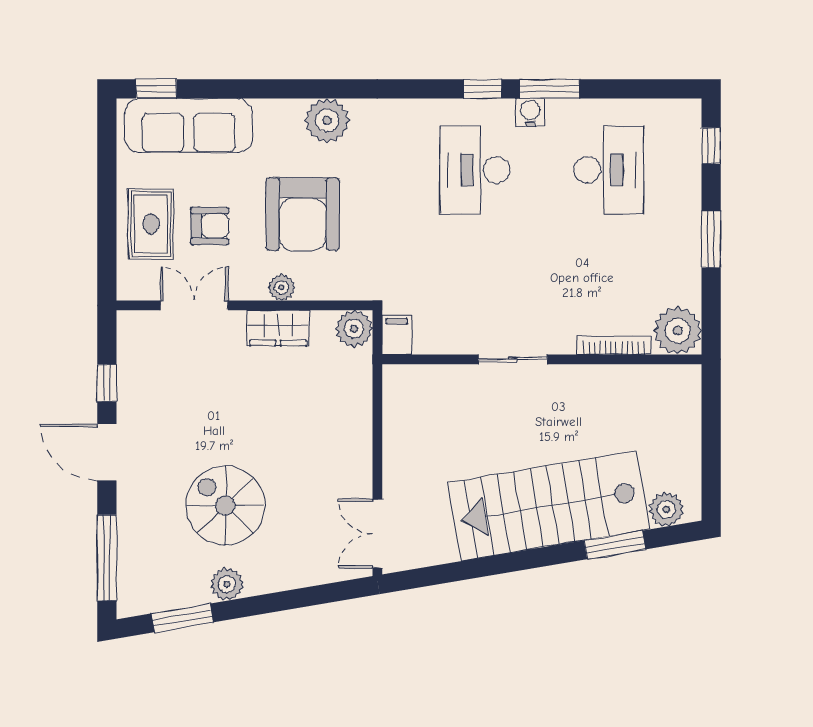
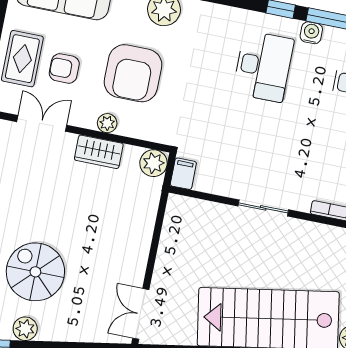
desk: (475, 170) -> (263, 66), turned 180
armchair: (210, 226) -> (64, 68), turned 180

